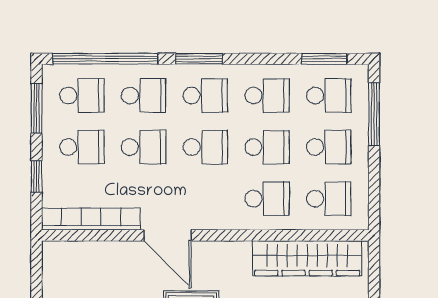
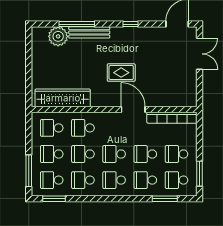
window: (105, 59) -> (165, 199), width x0.47
window: (199, 59) -> (117, 199), removed
window: (37, 176) -> (199, 139), removed

